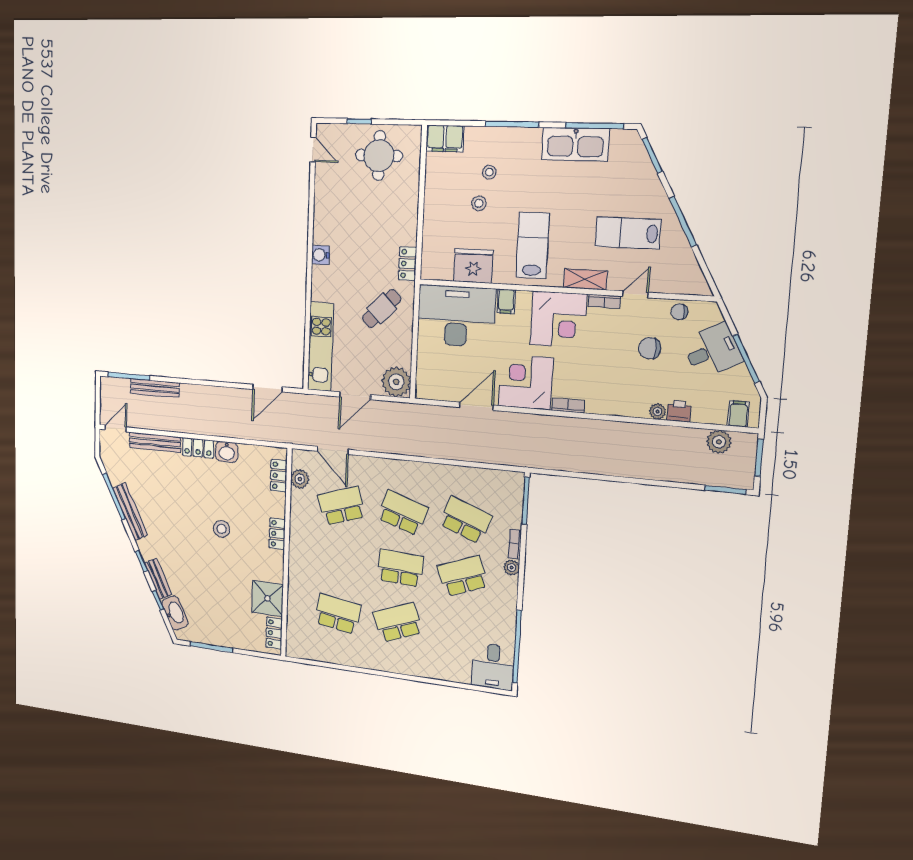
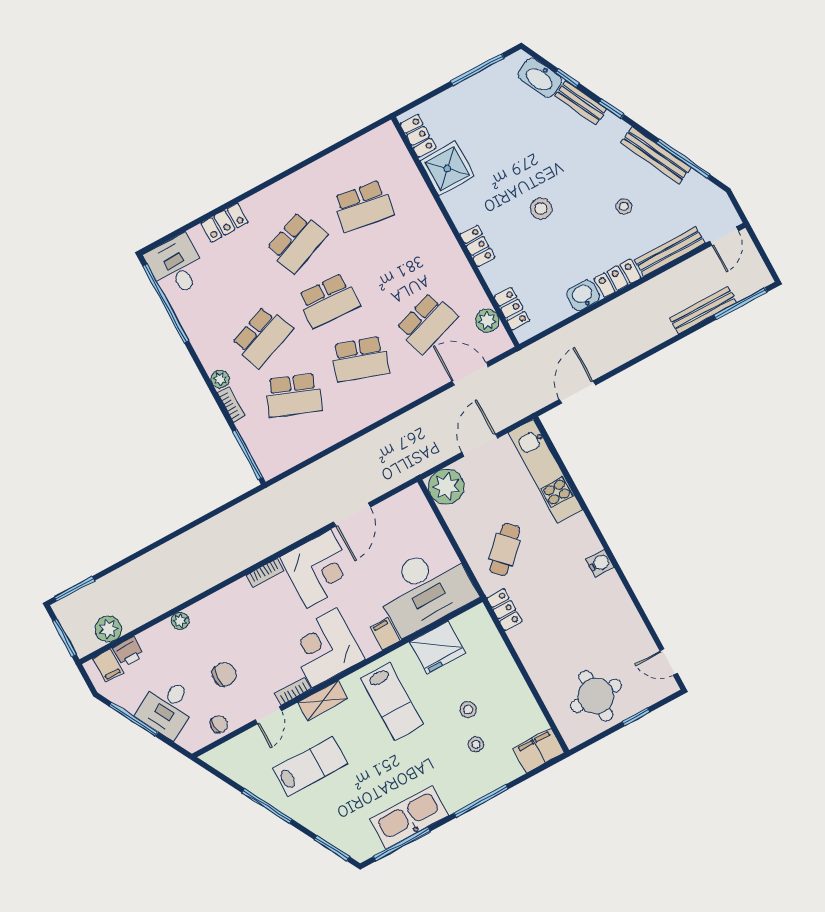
printer: (679, 411) -> (128, 652), moved
stool: (168, 493) -> (624, 206), added
locker: (440, 671) -> (224, 223), added

